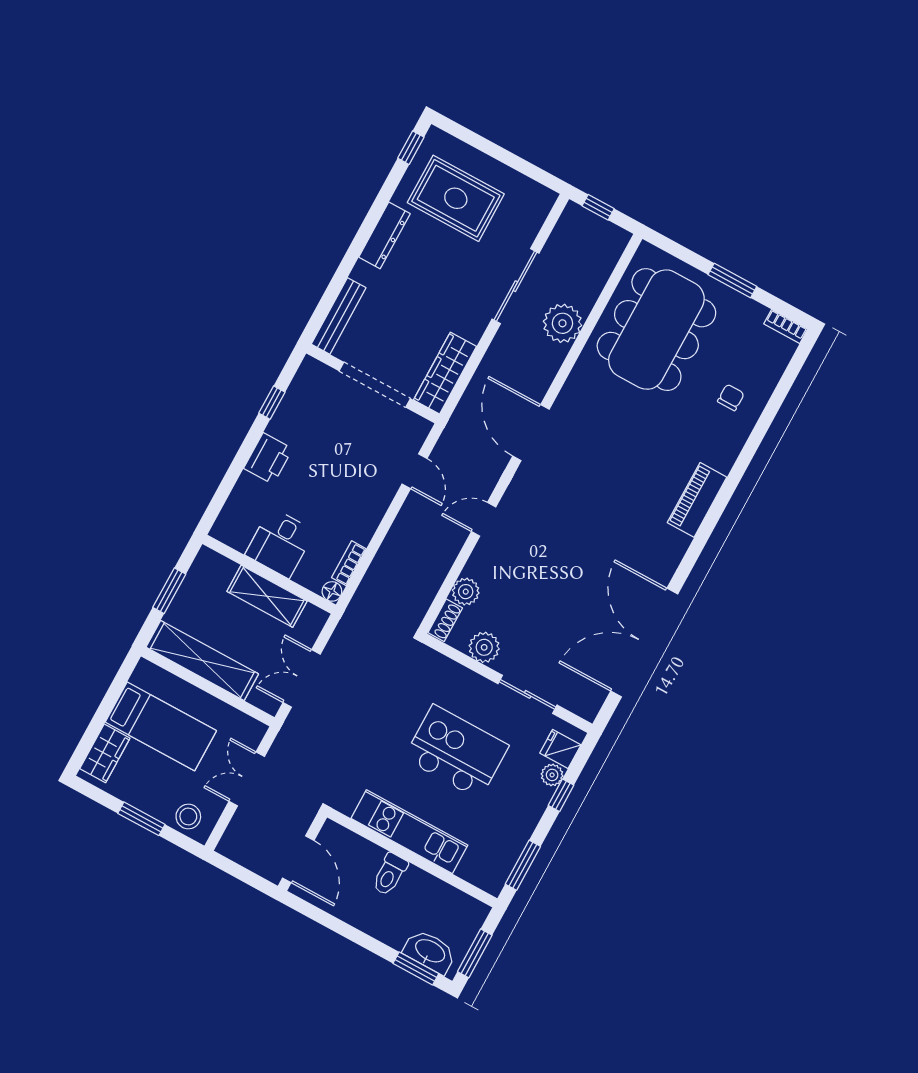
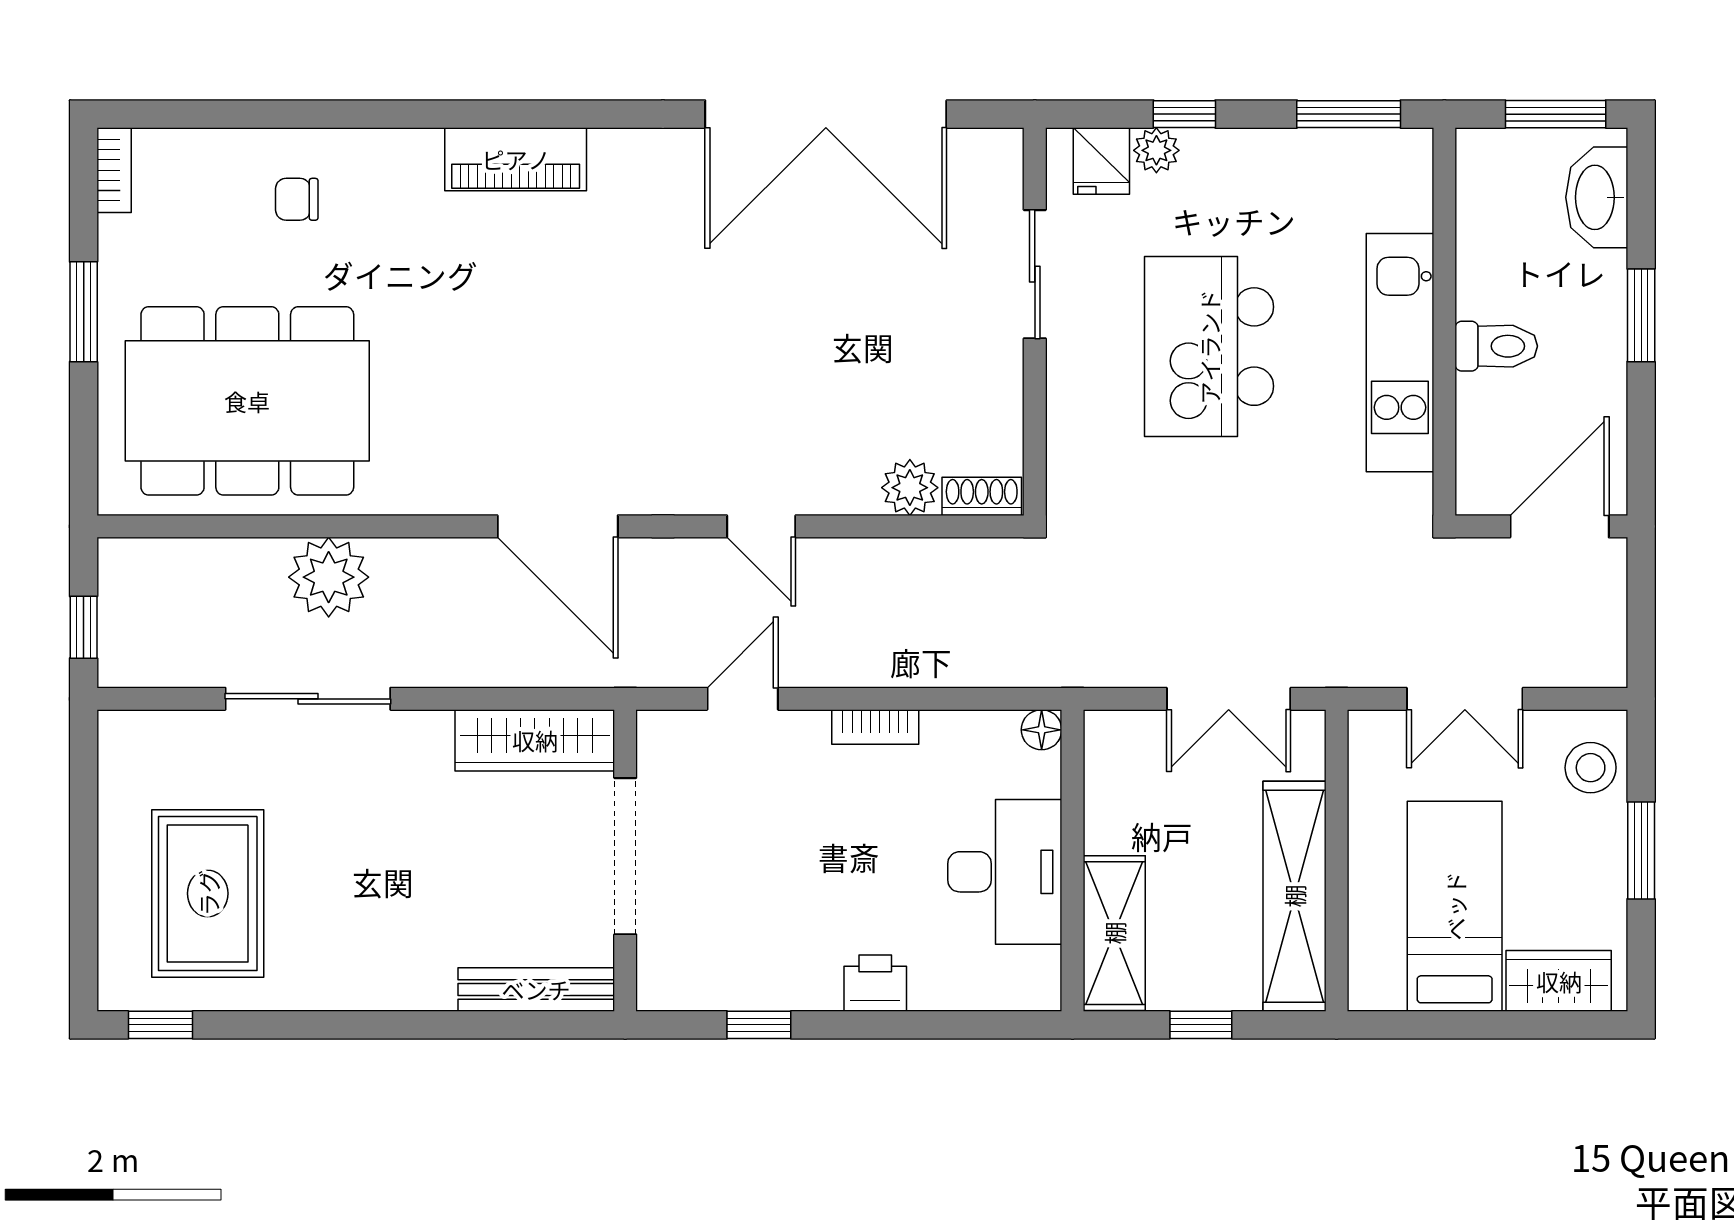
dresser: (384, 235) -> (345, 986), removed
door: (531, 433) -> (558, 526), hinge flipped
printer: (268, 459) -> (875, 983), width x0.73, depth x0.81
desk: (280, 543) -> (1005, 872), width x1.37
bookcase: (349, 563) -> (875, 727), moved
window: (169, 591) -> (1201, 1025), width x0.67
shelving: (267, 596) -> (1114, 933), moved
plant: (484, 647) -> (992, 399), removed
window: (416, 968) -> (1641, 315), moved

